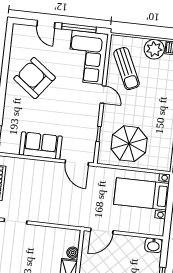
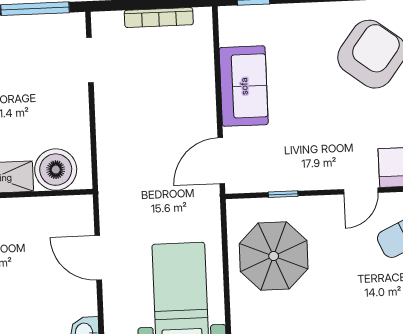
door: (102, 231) -> (98, 258), moved
boiler: (73, 253) -> (56, 170), width x1.86, depth x1.86

